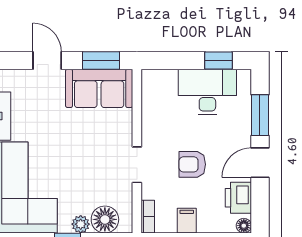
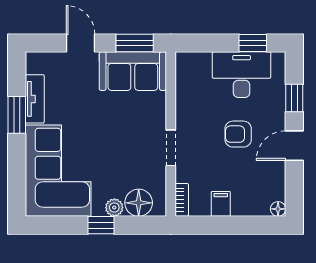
window: (260, 115) -> (294, 98), width x0.67
armchair: (192, 164) -> (238, 134), moved
printer: (238, 198) -> (273, 181), removed

